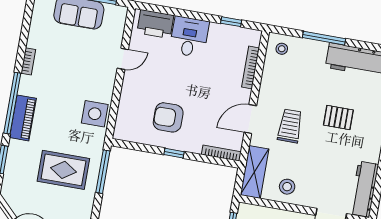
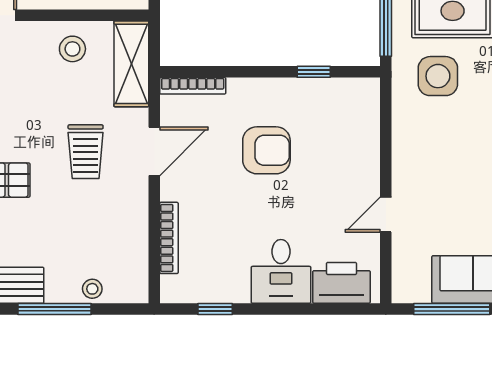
stool: (282, 49) -> (92, 289), moved
side table: (95, 114) -> (438, 76), moved
armchair: (168, 117) -> (266, 150), moved
window: (174, 153) -> (314, 72), moved

